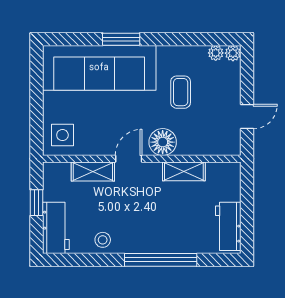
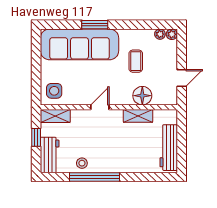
floor lamp: (163, 142) -> (142, 96), moved
shelving: (93, 171) -> (55, 116), moved
workbench: (228, 226) -> (169, 148), width x1.38
window: (161, 260) -> (95, 177), moved

